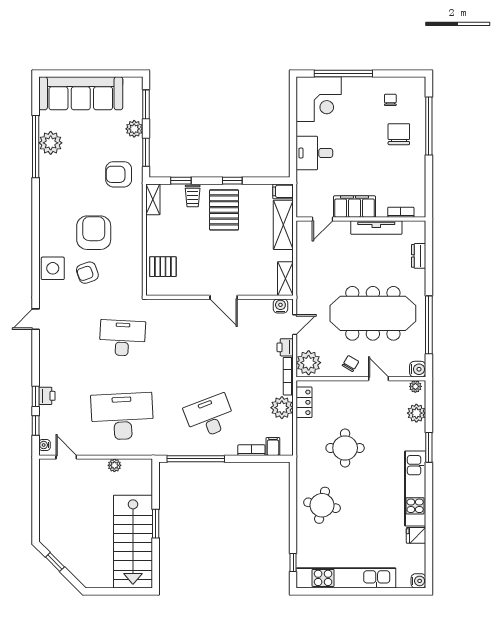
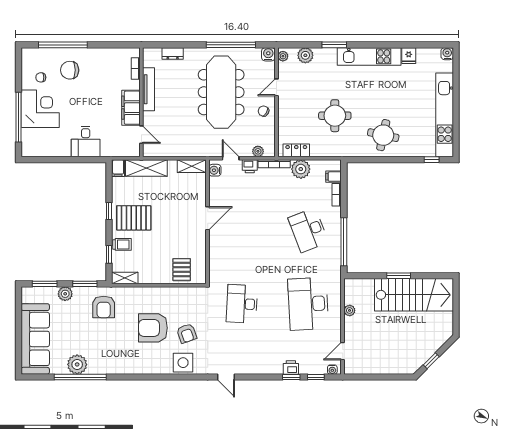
corner desk: (319, 99) -> (40, 109), moved
plant: (309, 363) -> (258, 151), width x0.53, depth x0.53

